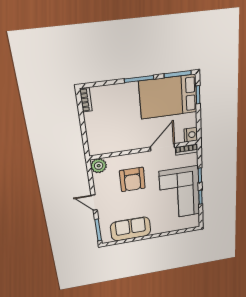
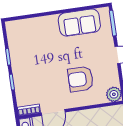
armchair: (132, 179) -> (81, 79), turned -90
corner sofa: (180, 193) -> (31, 63), removed

